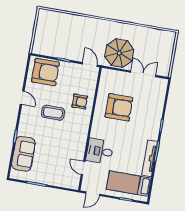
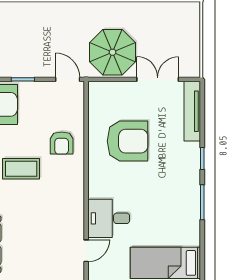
armchair: (80, 102) -> (62, 143), turned 90
tv unit: (150, 158) -> (192, 111), moved
door: (83, 168) -> (86, 251), swing flipped

